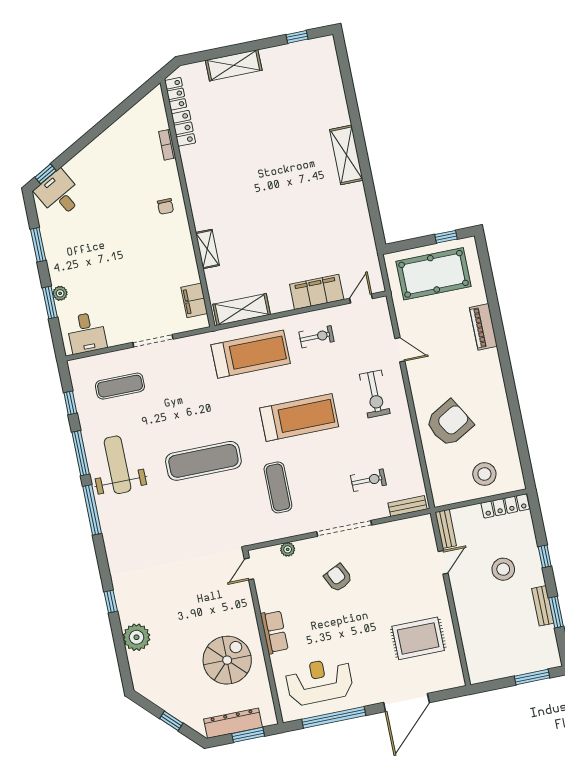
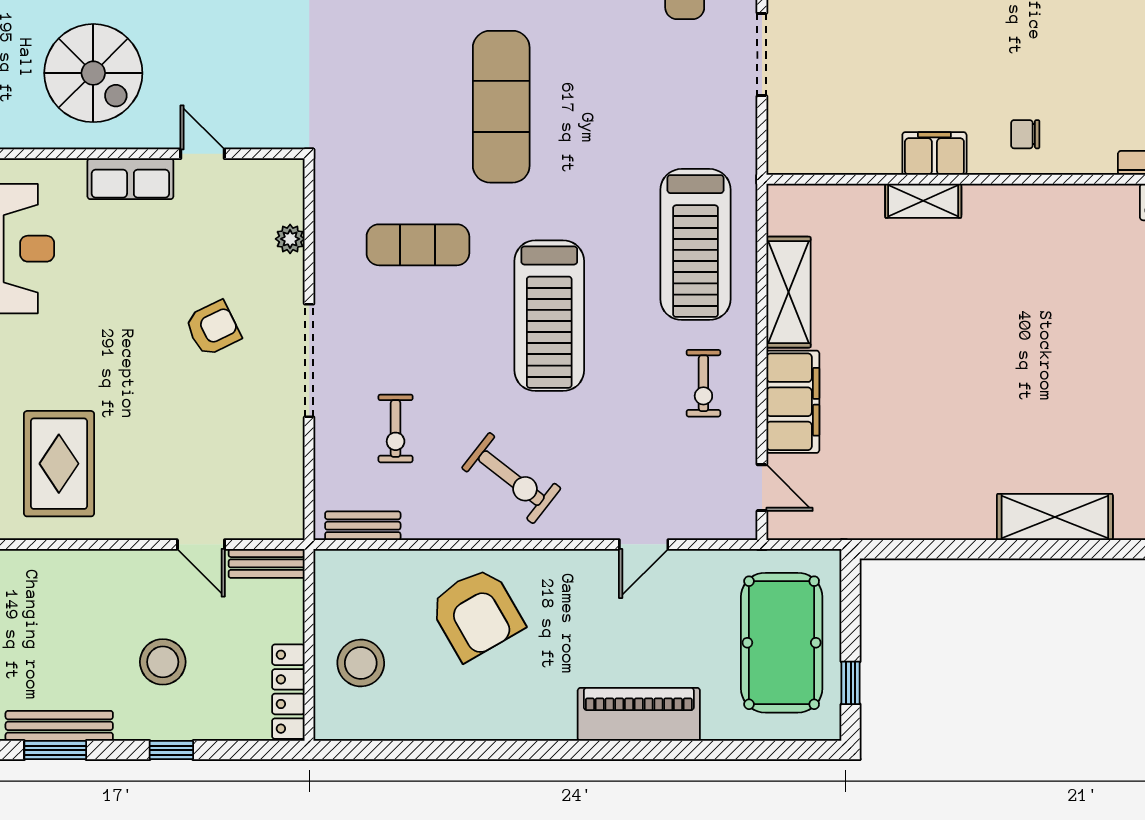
filing cabinet: (194, 300) -> (934, 154), moved
shelving: (242, 309) -> (788, 292), moved
piano: (483, 327) -> (639, 714), width x1.37, depth x1.33
exercise bike: (375, 394) -> (511, 478), moved, turned -142
bench: (407, 506) -> (363, 526), moved, turned 90
door: (249, 569) -> (202, 154), moved
bench: (543, 606) -> (59, 726), width x1.36

